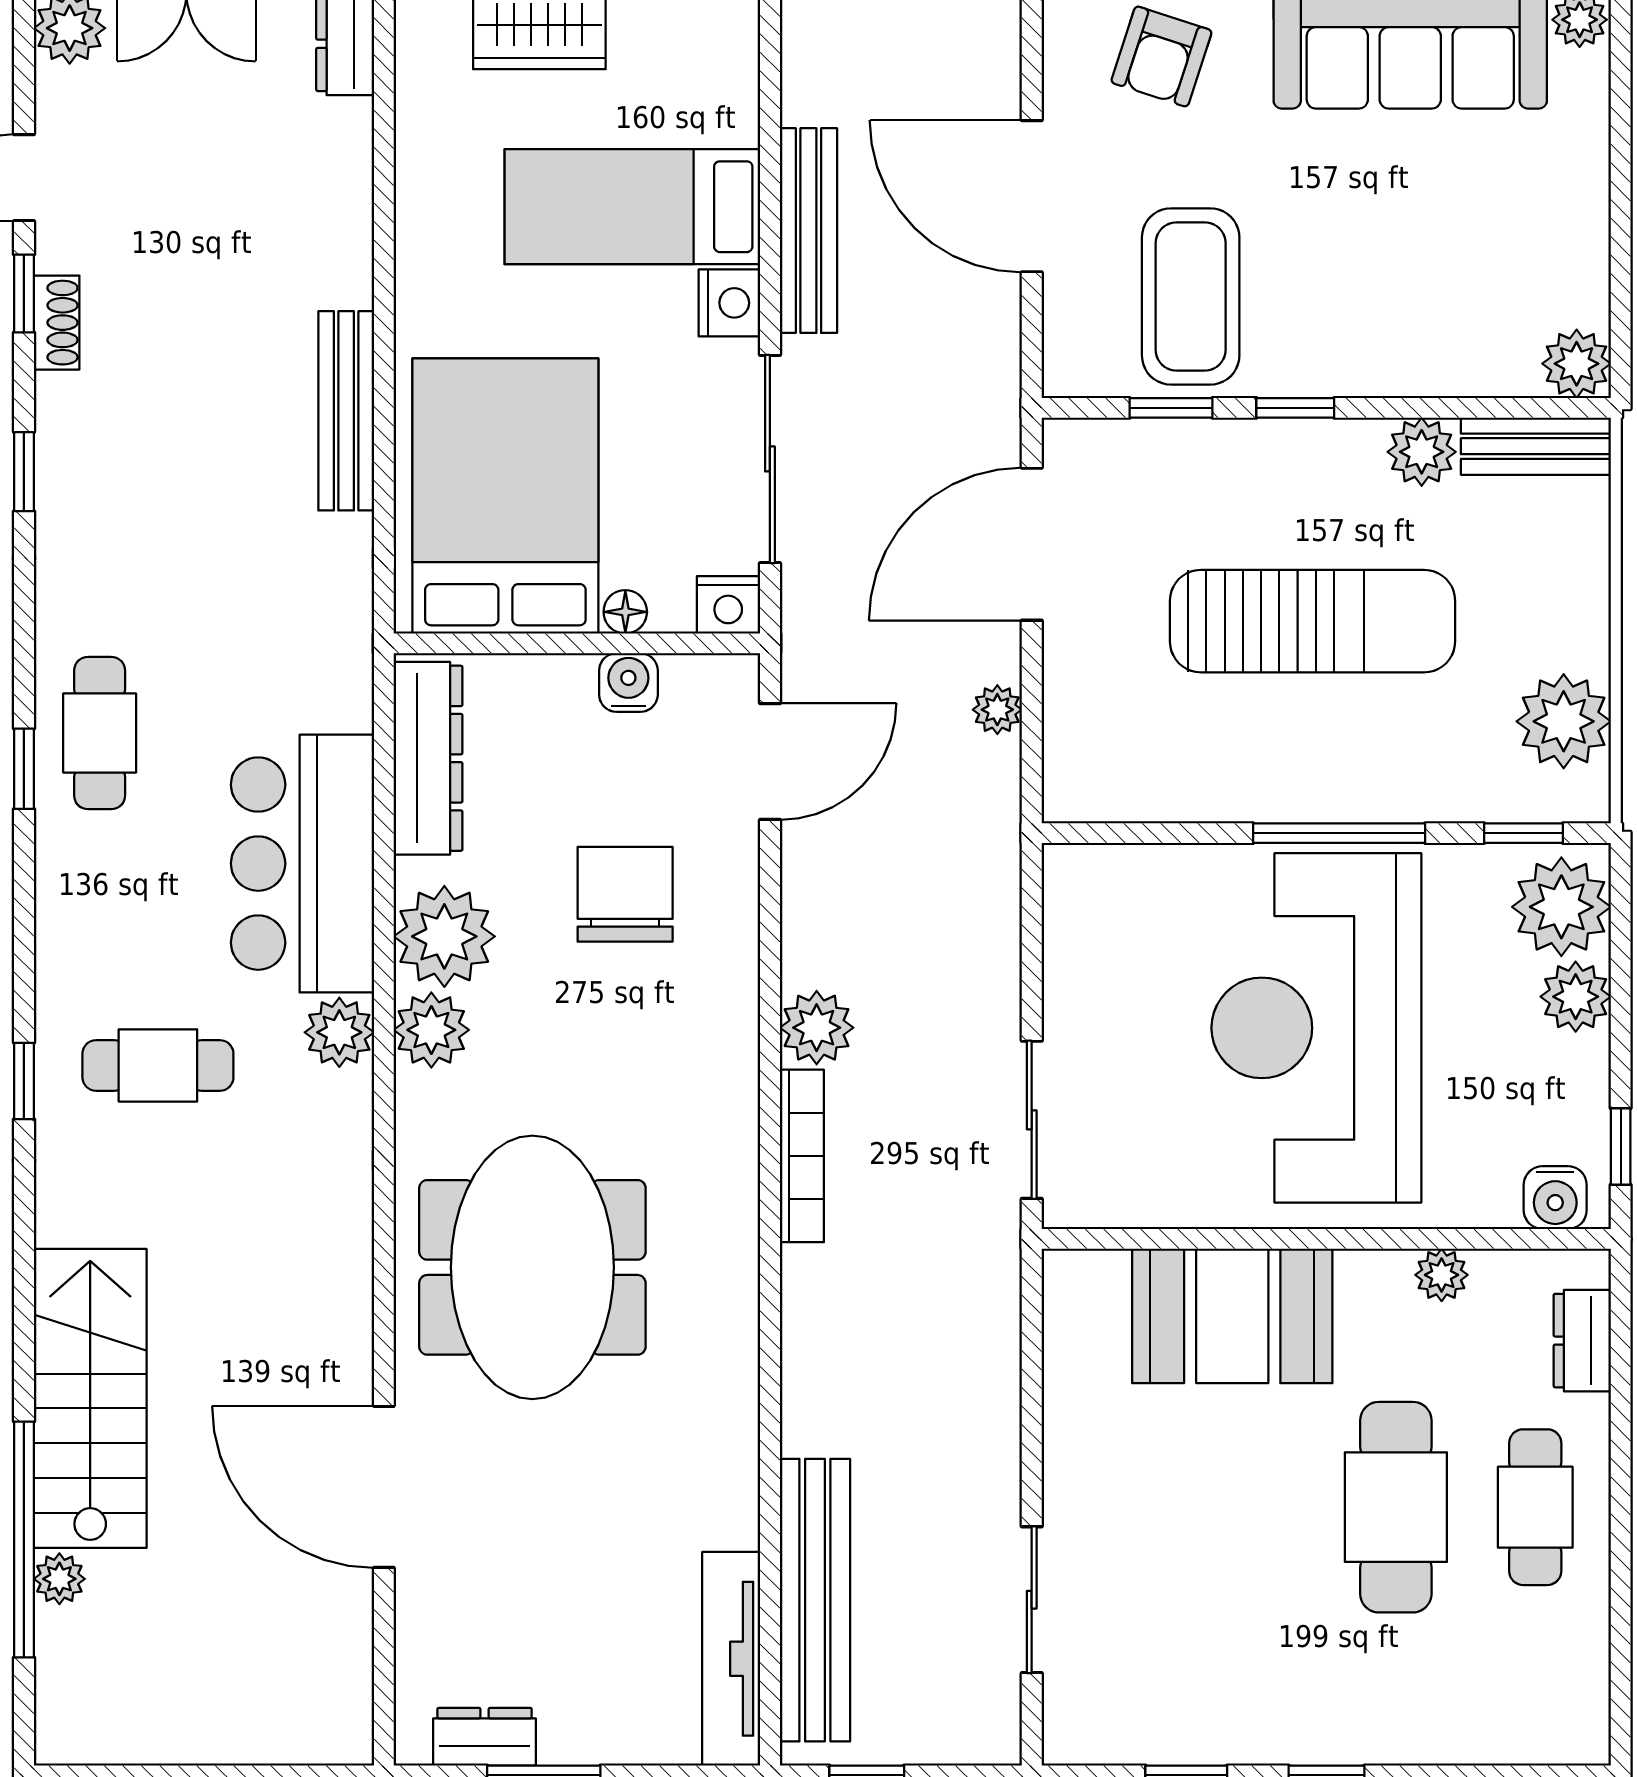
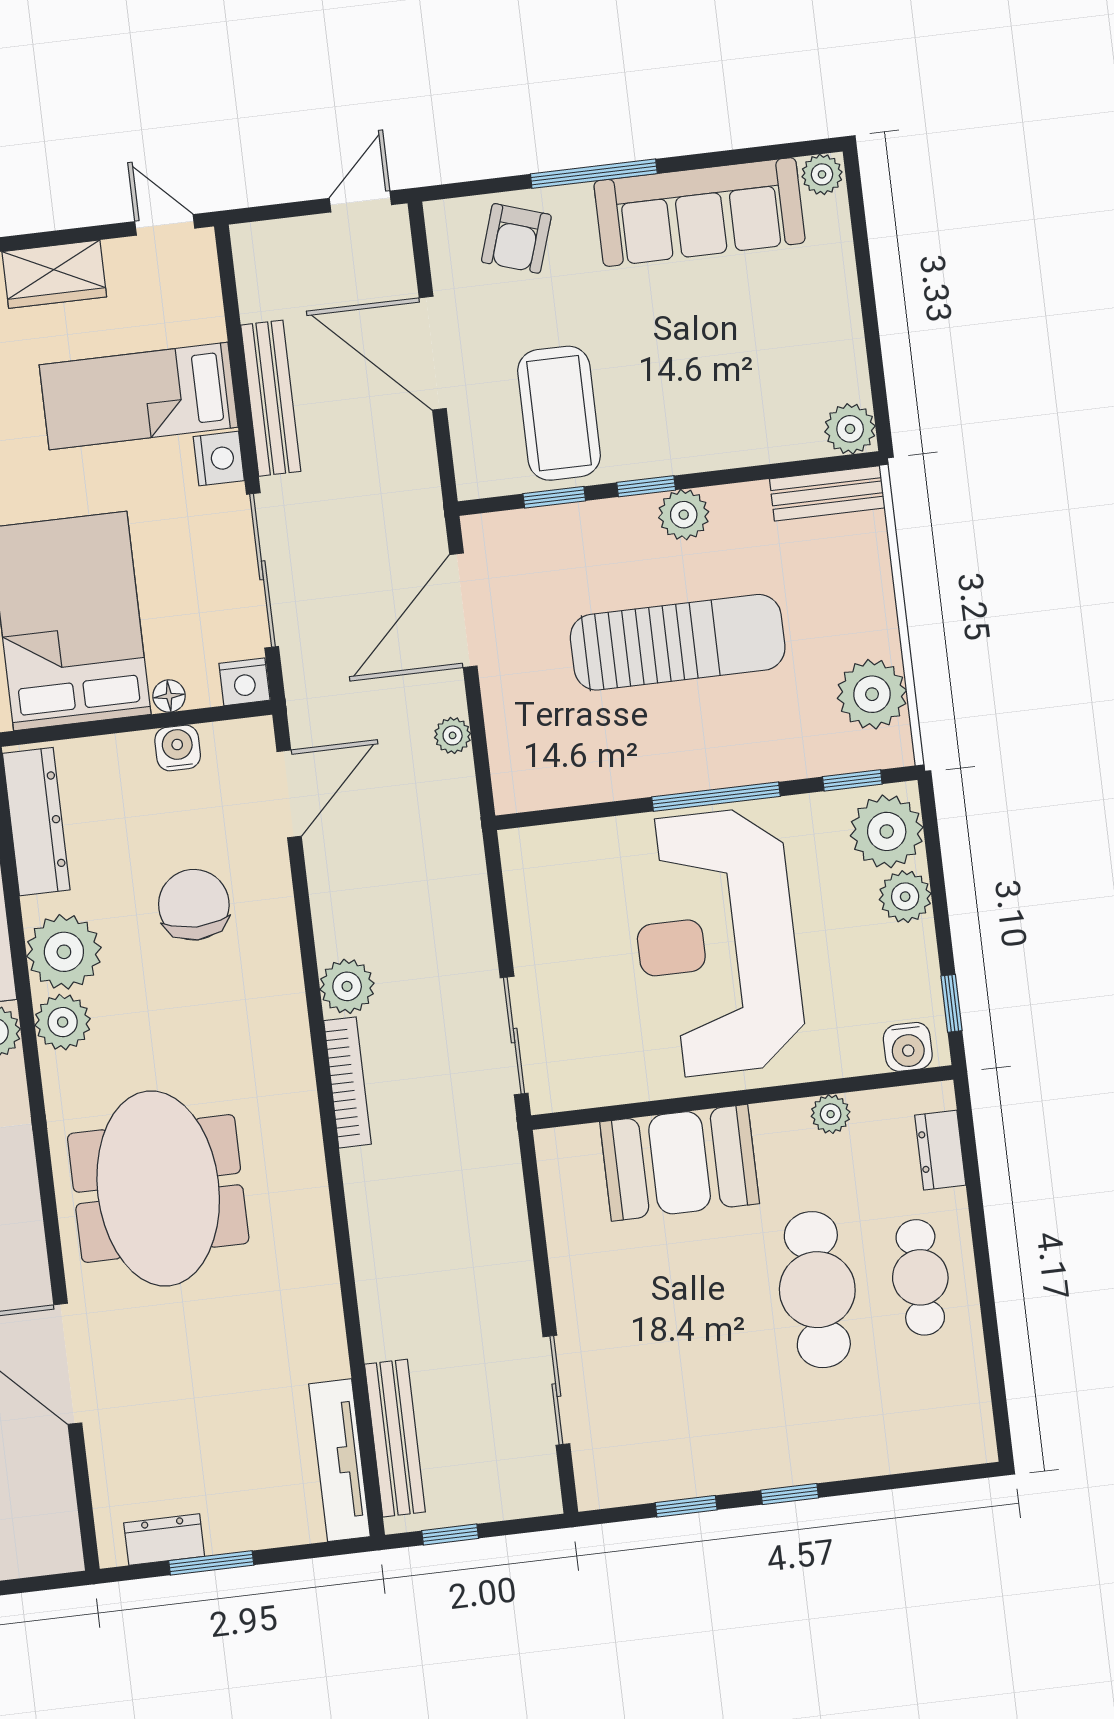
plant: (1422, 452) -> (684, 515), moved
bench: (815, 1600) -> (395, 1438), width x0.73, depth x0.82

